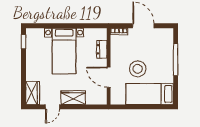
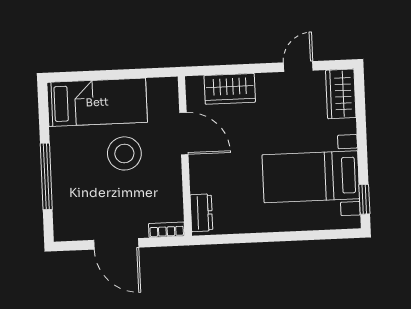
dresser: (102, 49) -> (201, 213), moved
bed with nightstands: (64, 51) -> (311, 177), moved, turned -90
wardrobe: (73, 98) -> (230, 89), moved

